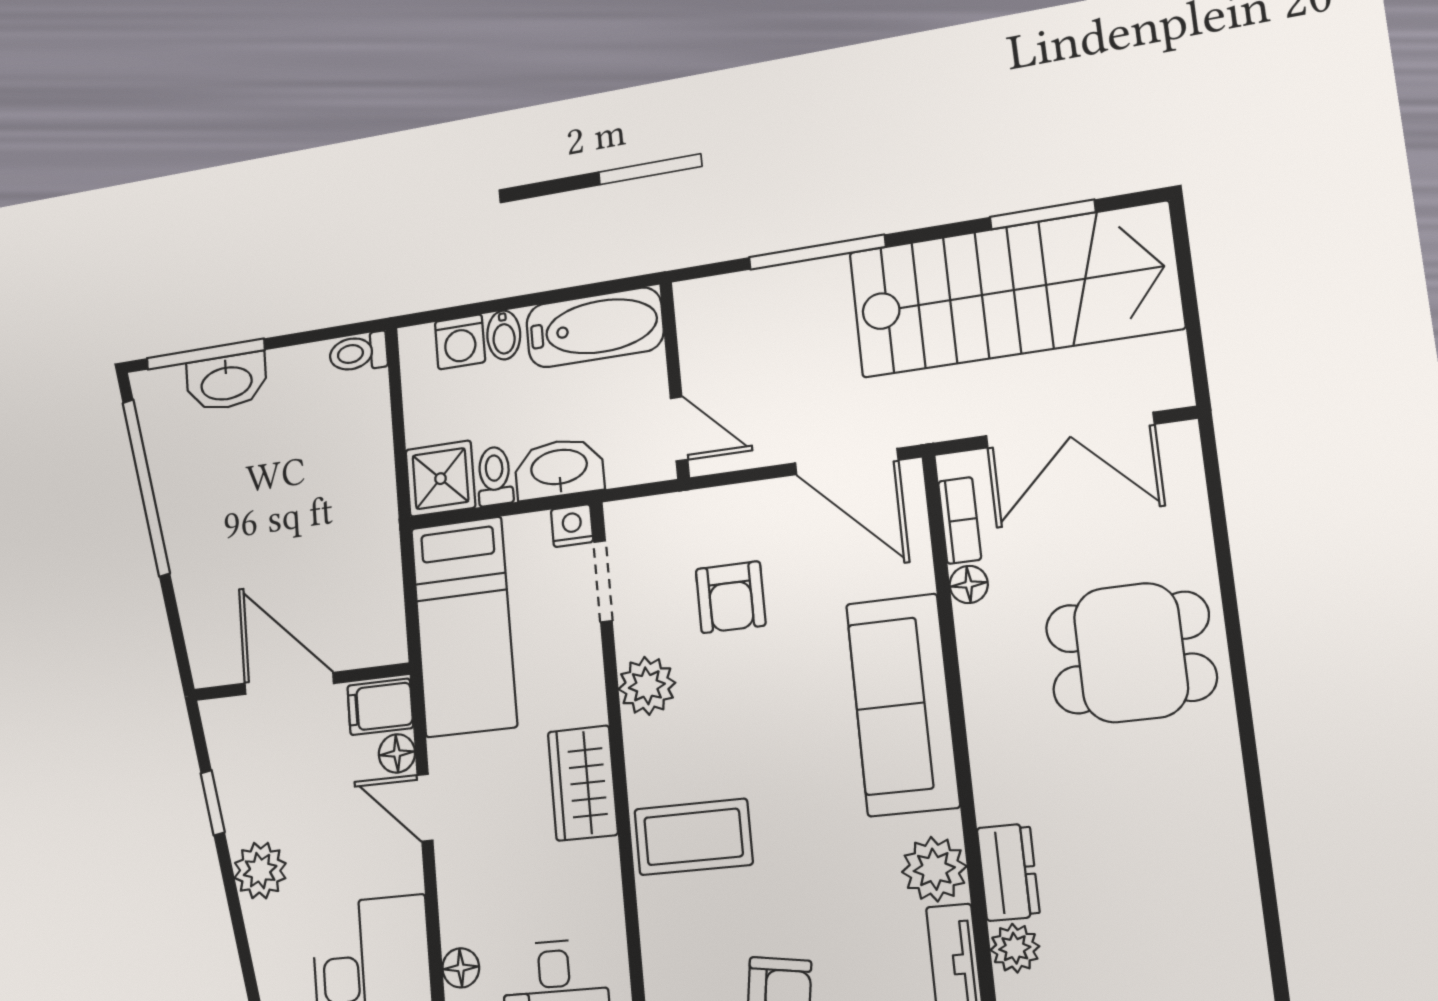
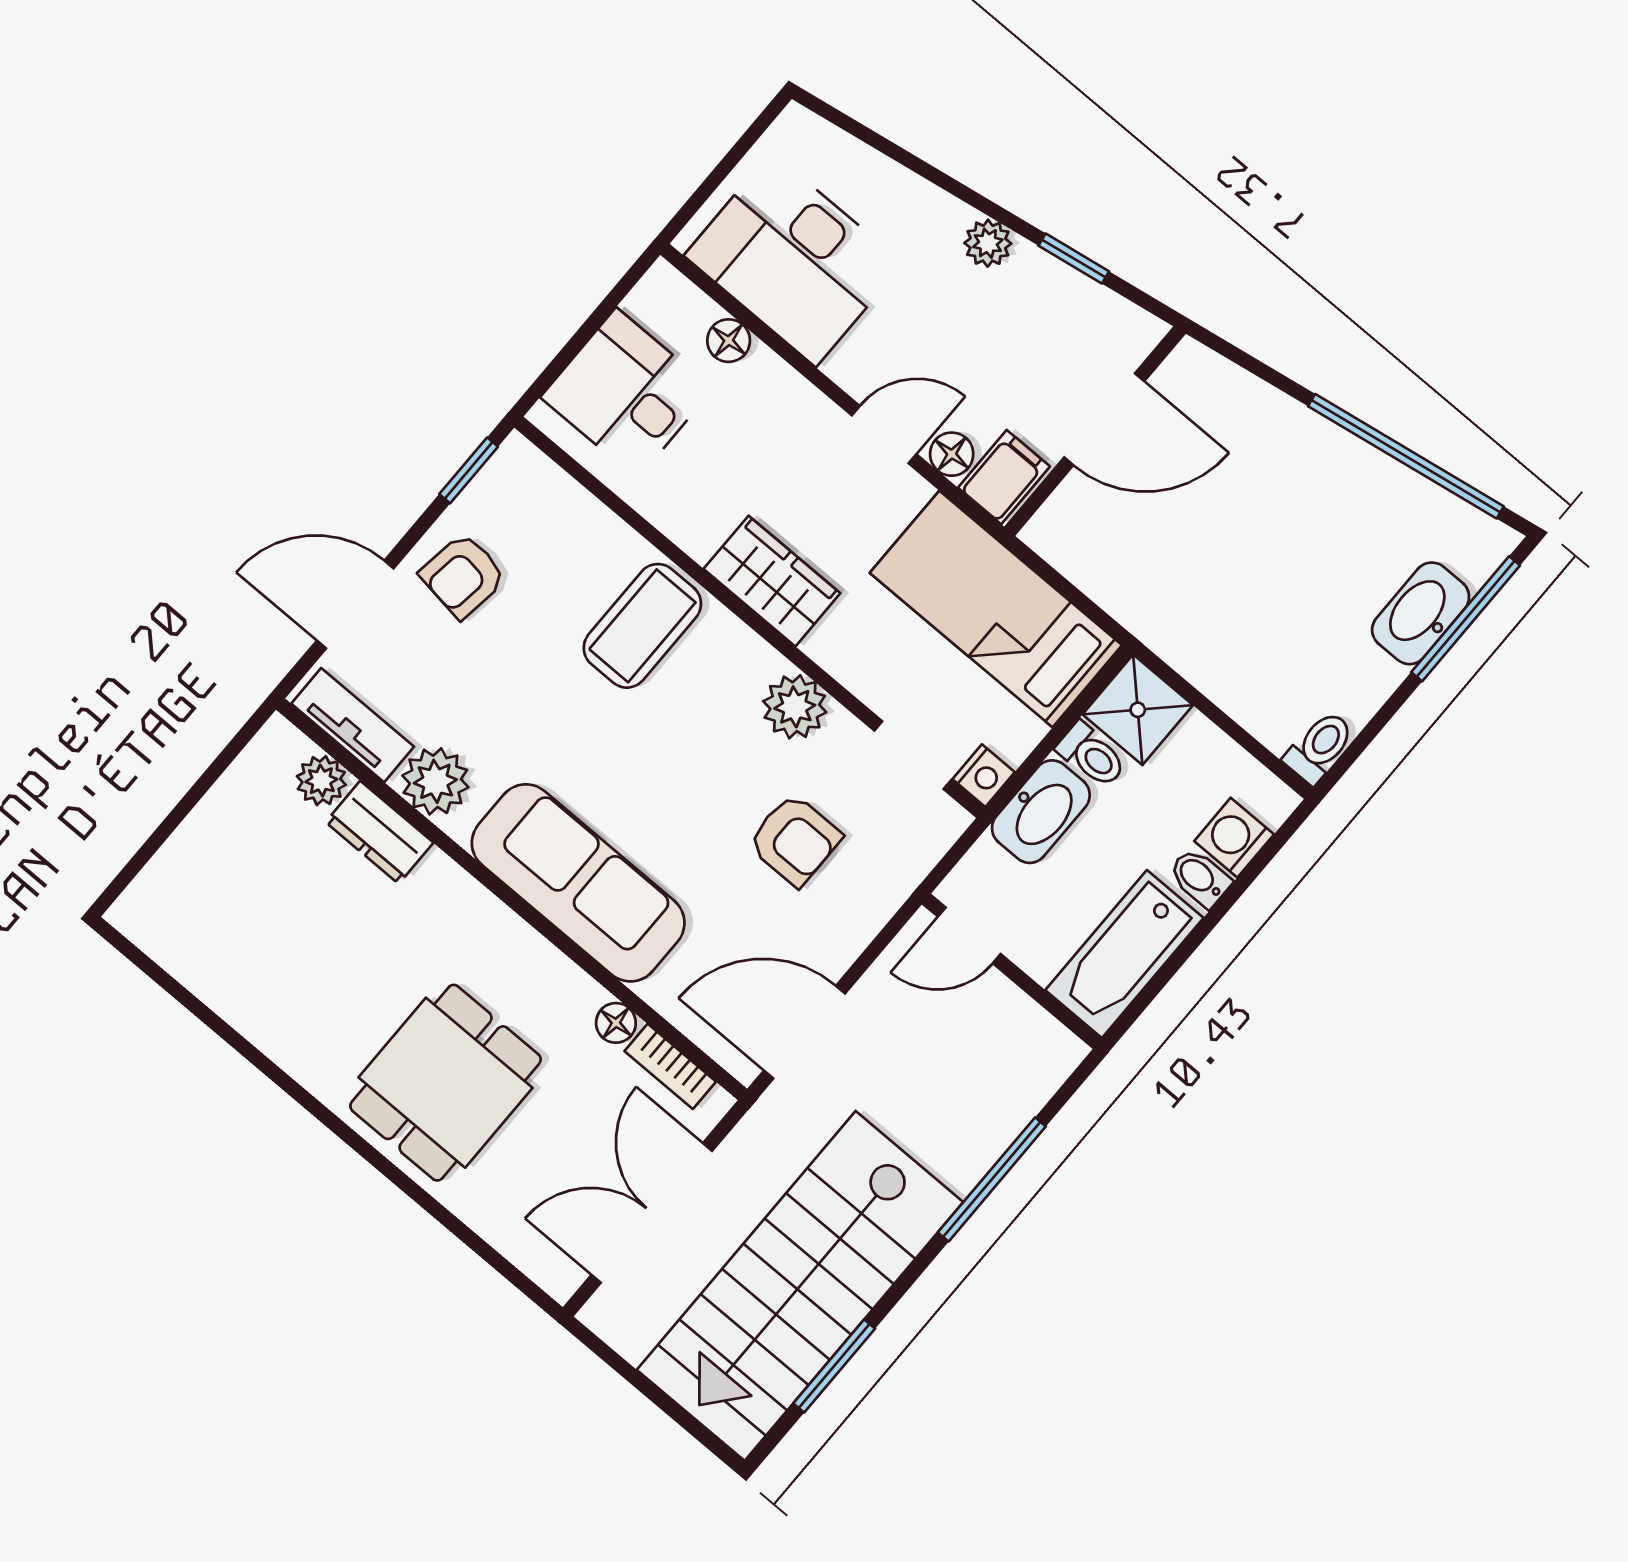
armchair: (731, 597) -> (795, 840), turned 180
plant: (260, 871) -> (988, 243), width x0.73, depth x0.73

